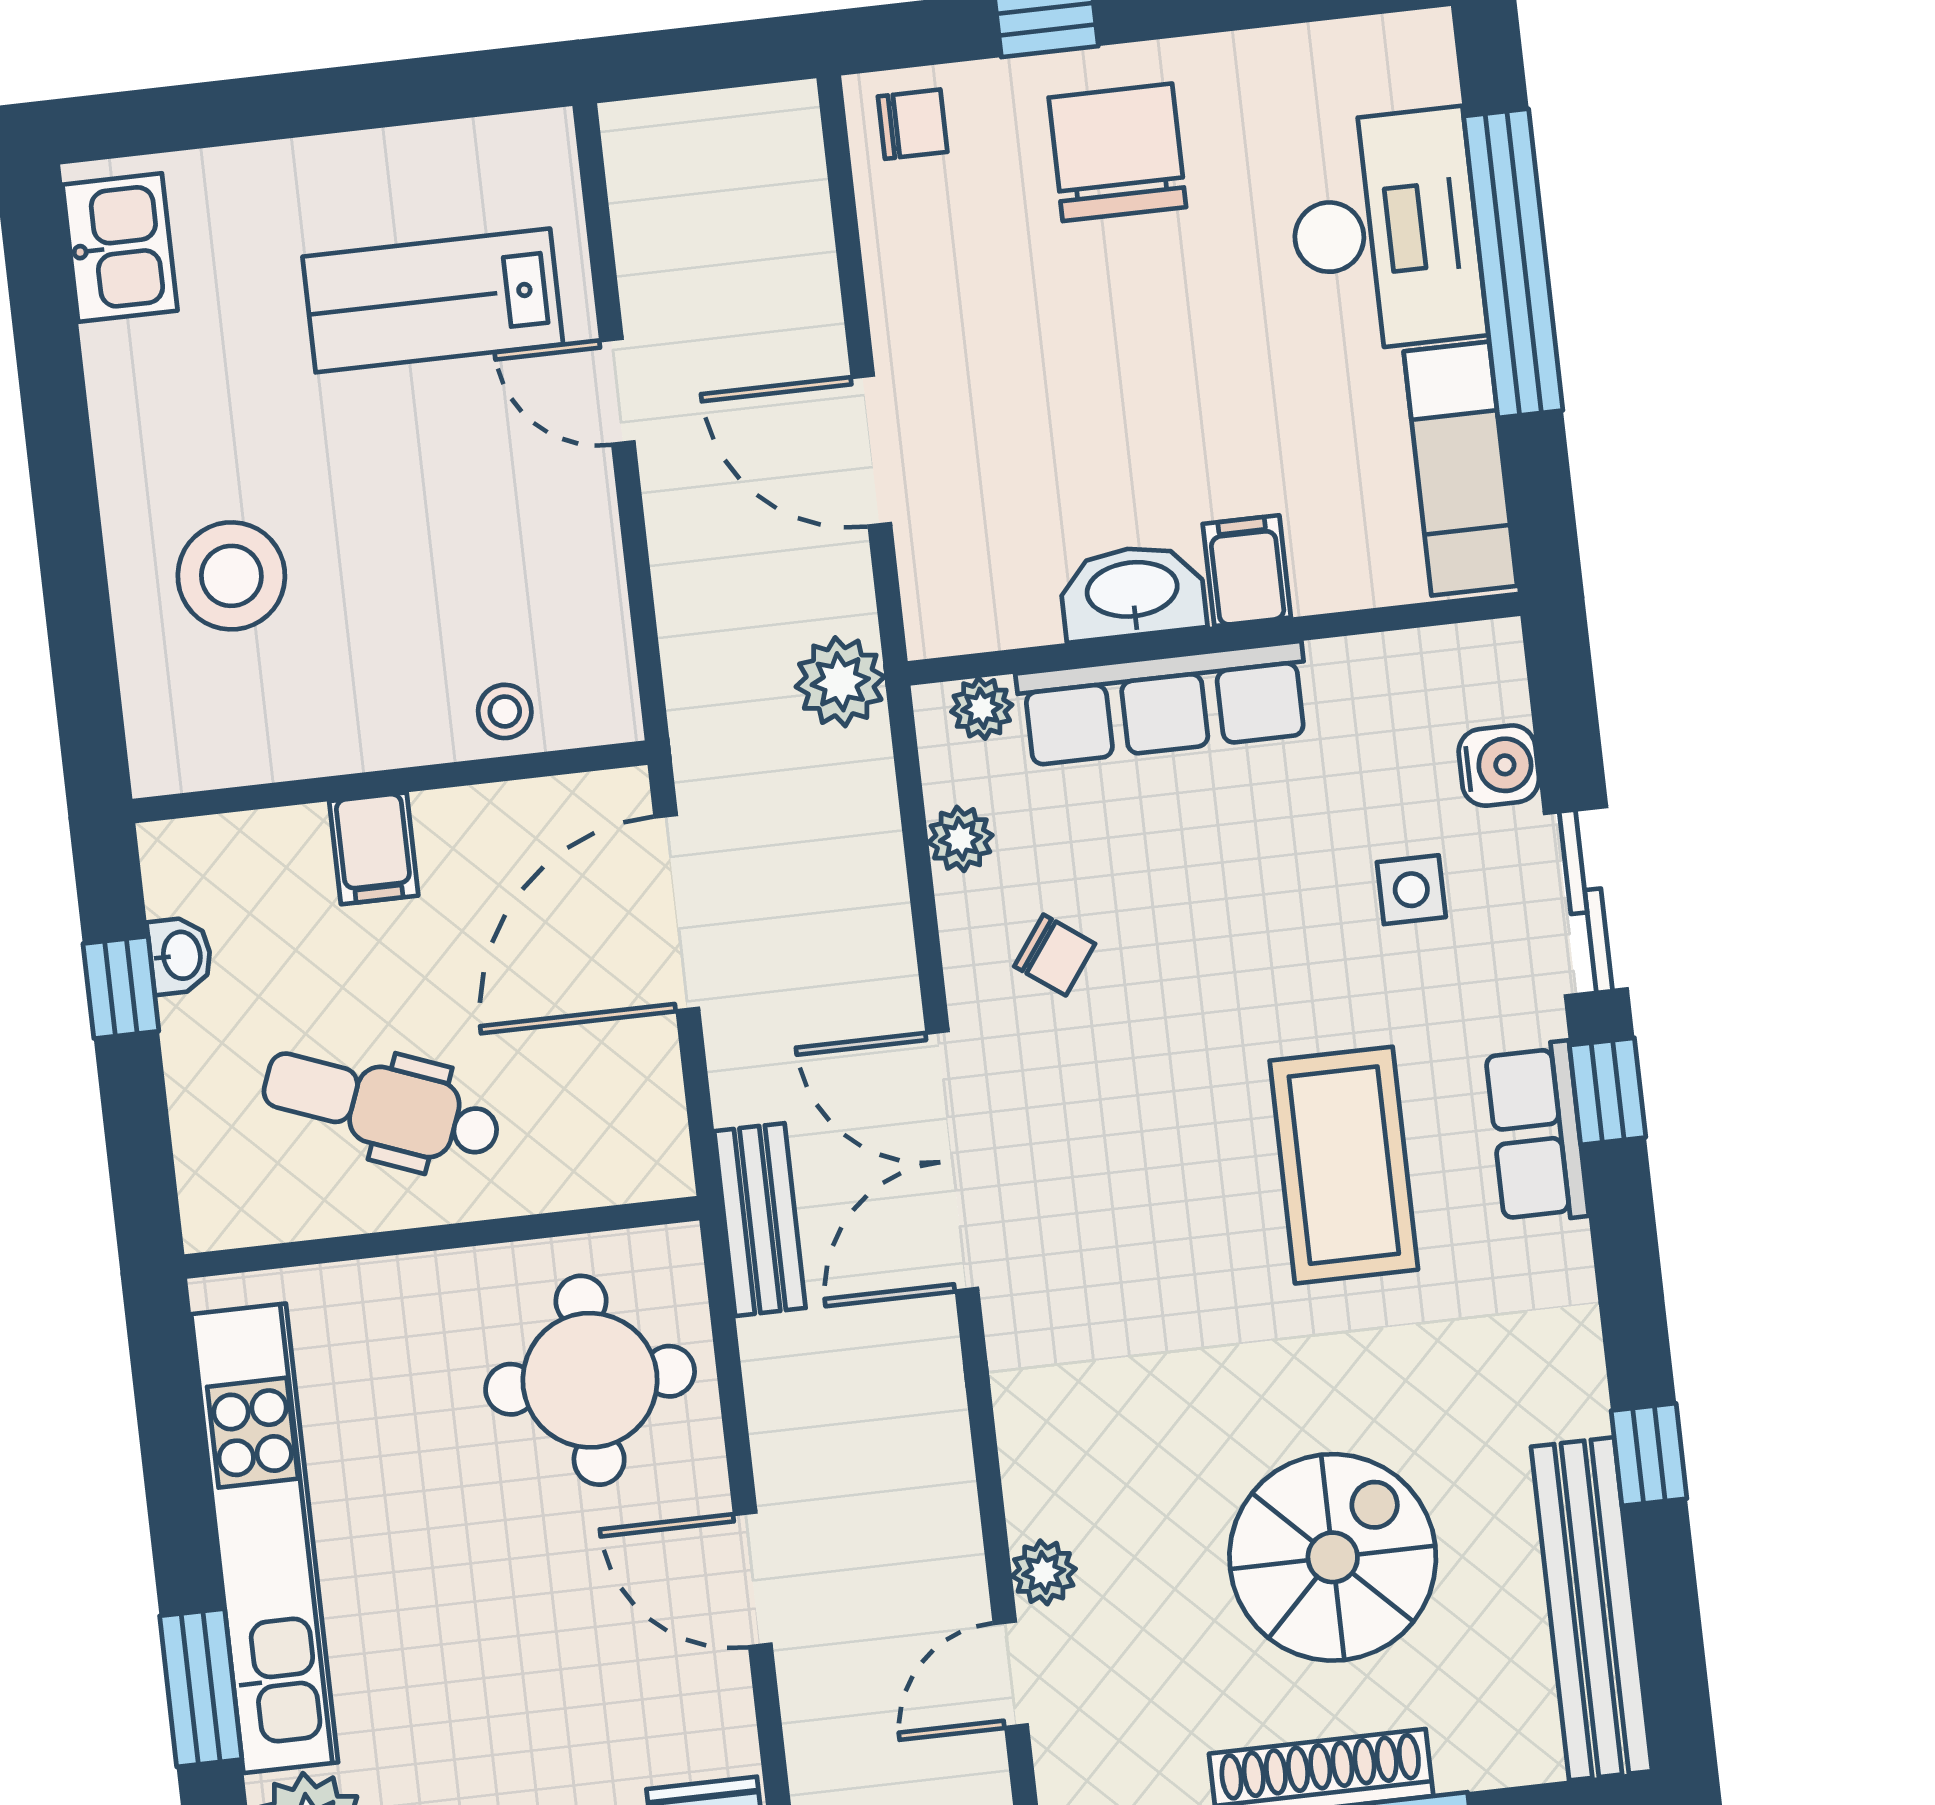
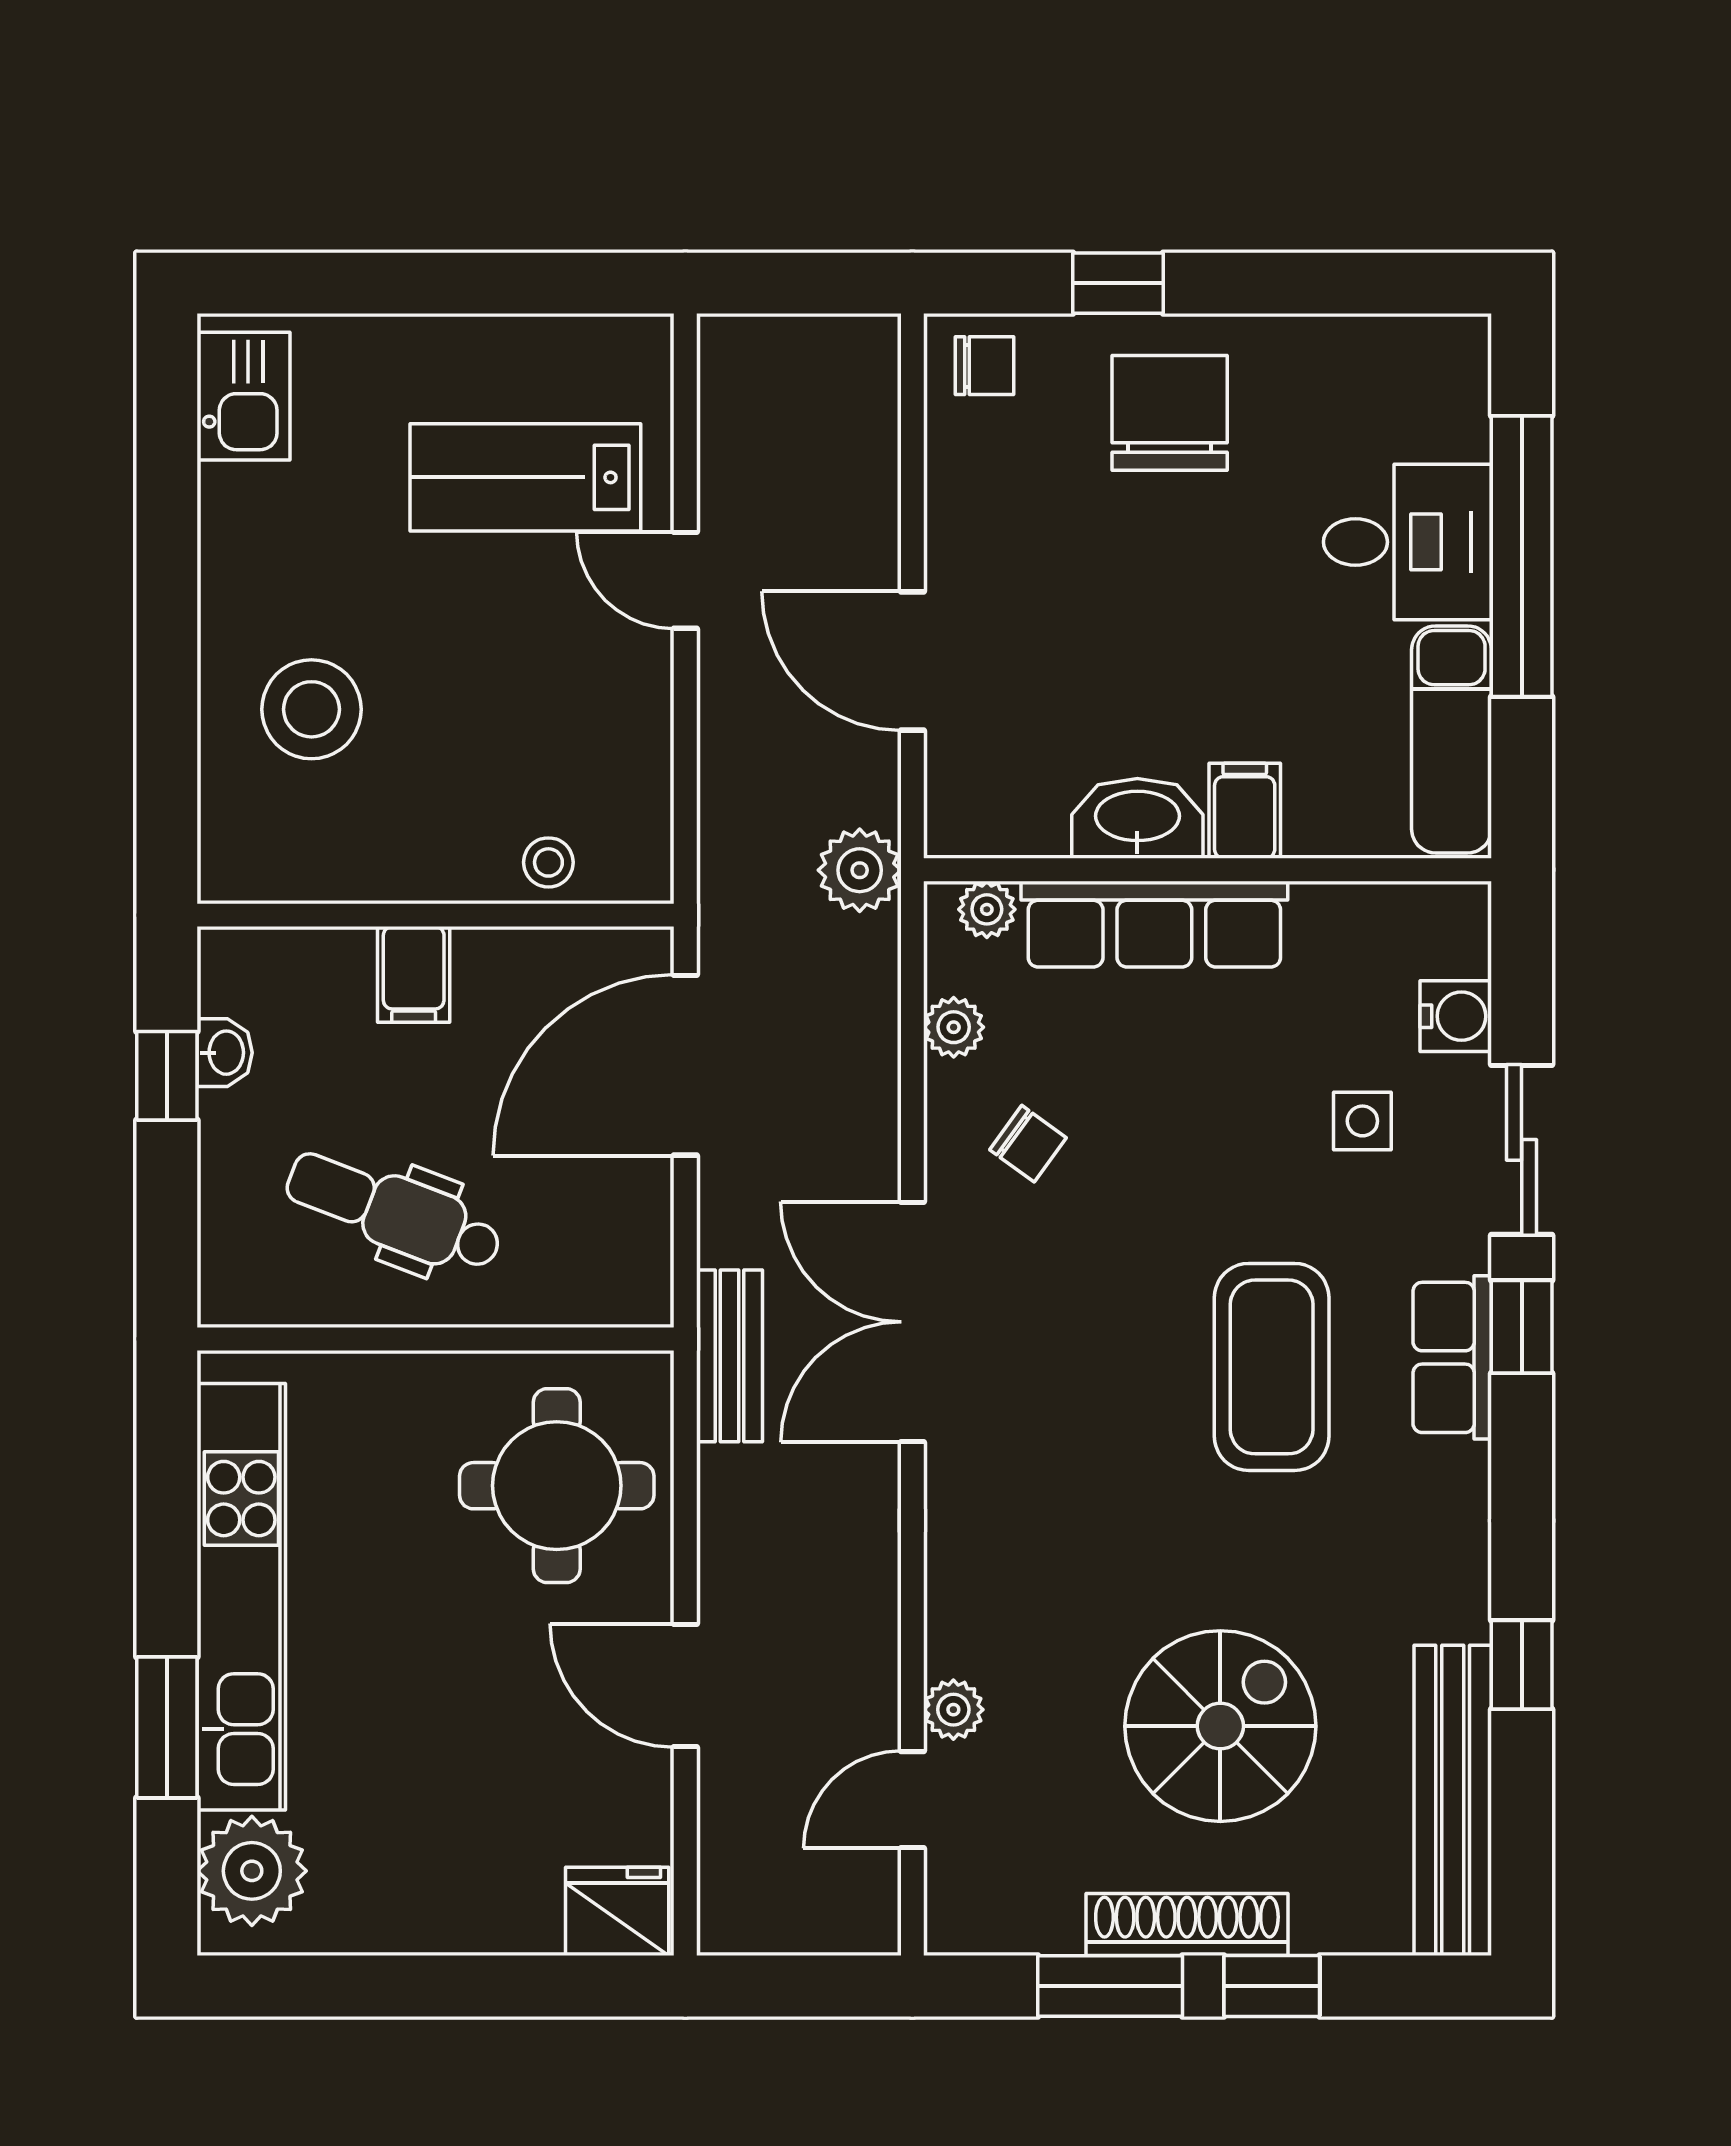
desk: (1385, 231) -> (1407, 542), width x0.73

